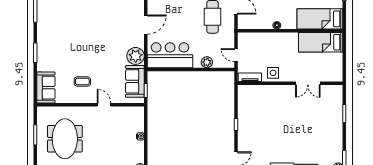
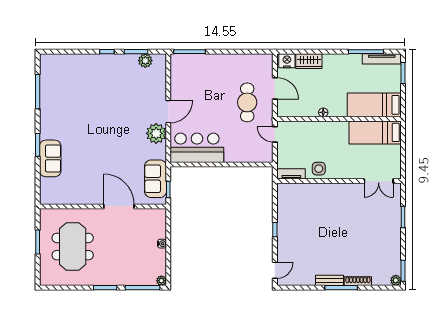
door: (236, 55) -> (275, 134), moved
plant: (136, 56) -> (156, 133), moved
plant: (207, 62) -> (241, 156), removed
coffee table: (82, 82) -> (93, 179), removed
double door: (308, 83) -> (379, 181), moved
sofa: (46, 88) -> (50, 158), moved
door: (104, 105) -> (119, 206), width x1.87

